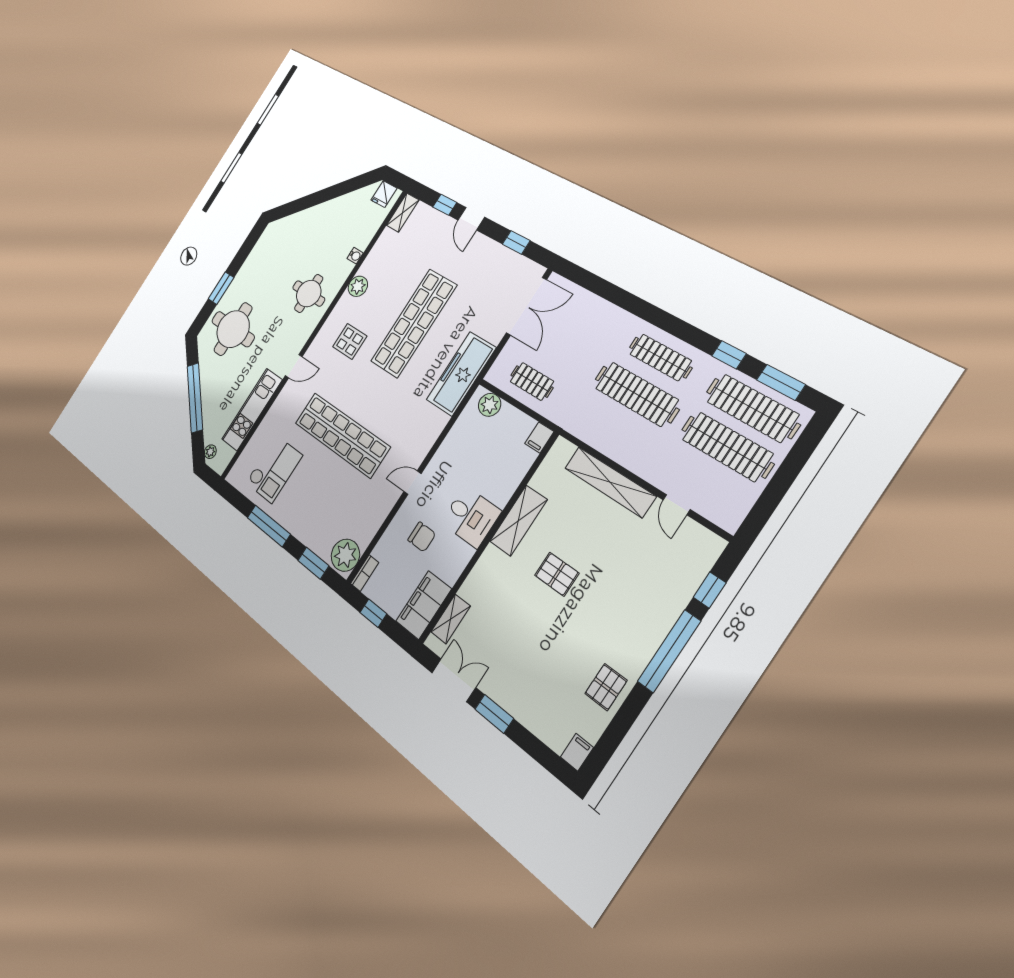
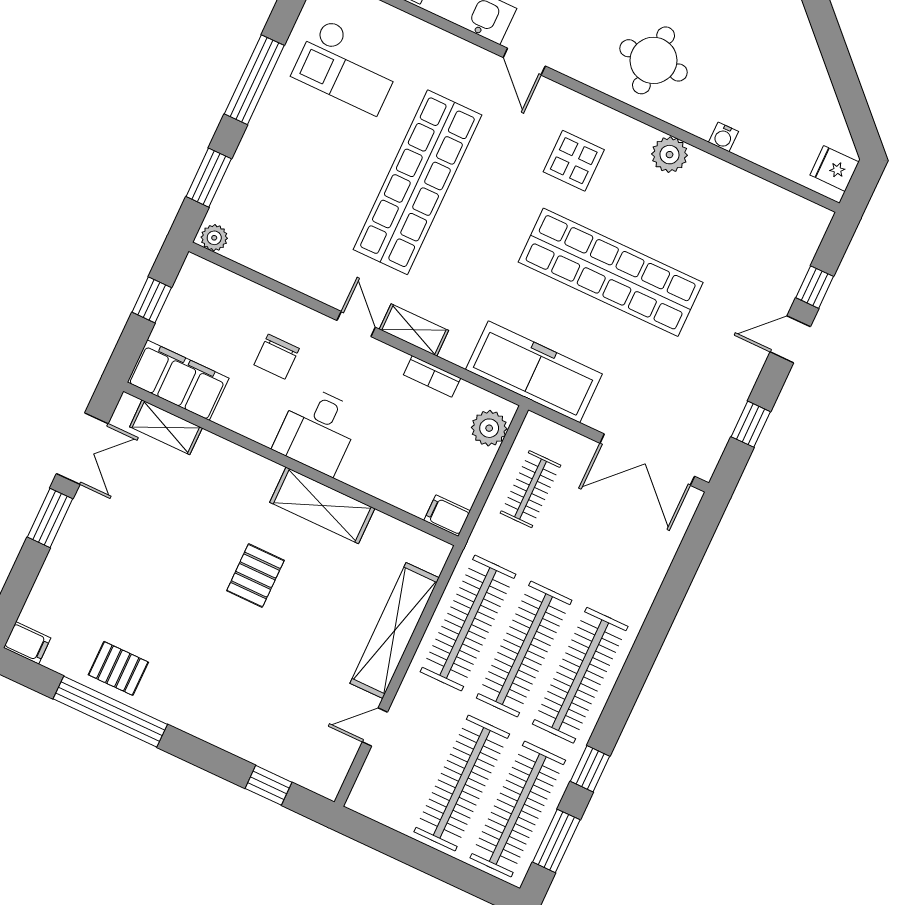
shelving: (403, 213) -> (414, 330), moved
clothes rail: (660, 357) -> (580, 675), width x1.37, depth x1.31
clothes rail: (613, 431) -> (468, 623), added
plant: (345, 555) -> (214, 238), width x0.53, depth x0.53
bookcase: (365, 573) -> (432, 376), moved
window: (669, 651) -> (110, 712), moved

